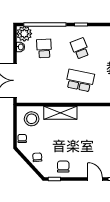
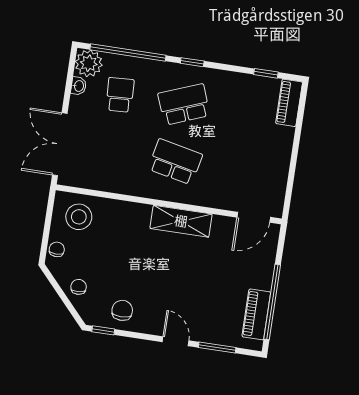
school desk: (80, 48) -> (184, 104), width x1.85
shelving: (60, 113) -> (181, 221), moved

